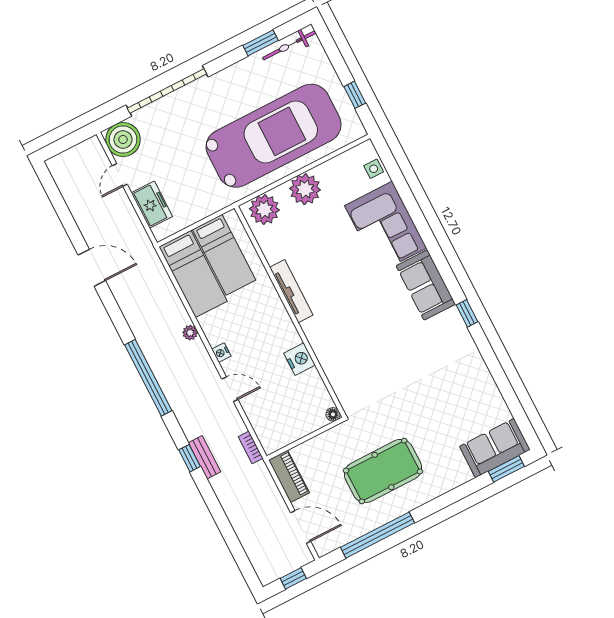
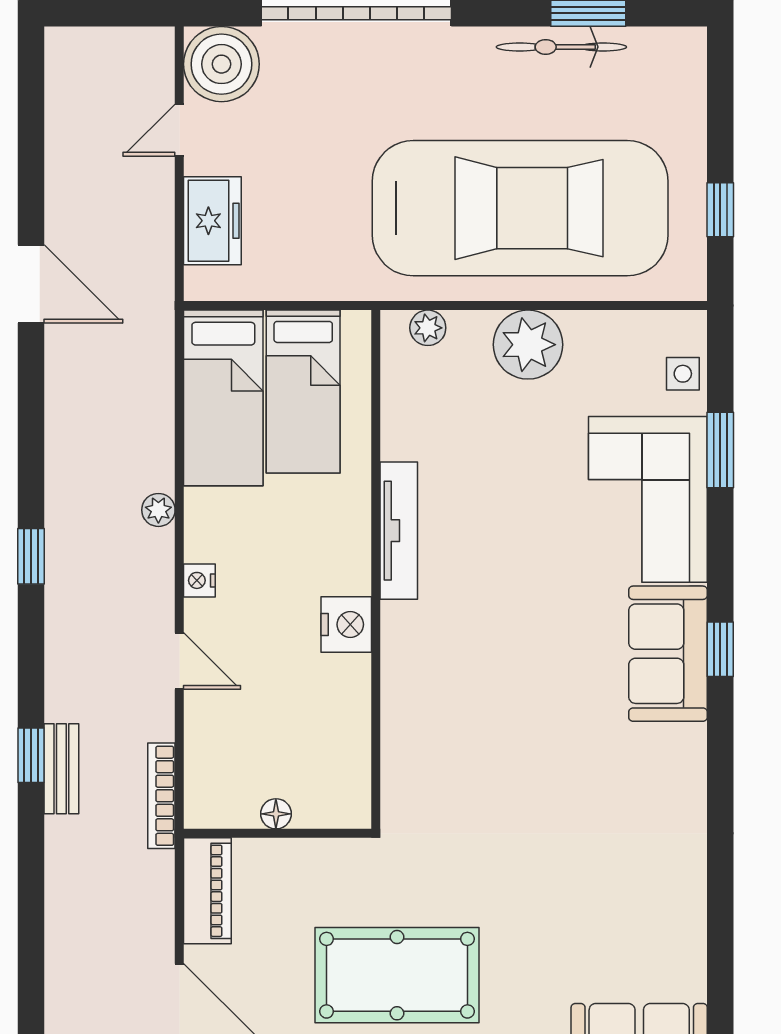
bicycle: (289, 45) -> (561, 47), moved
window: (405, 192) -> (720, 450), added
plant: (264, 209) -> (428, 328), width x0.53, depth x0.53
window: (467, 313) -> (720, 649), moved
nightstand: (300, 359) -> (346, 624), moved
window: (148, 378) -> (31, 556), width x0.32
floor lamp: (333, 414) -> (276, 814), moved
bookcase: (251, 447) -> (161, 796), width x1.56

